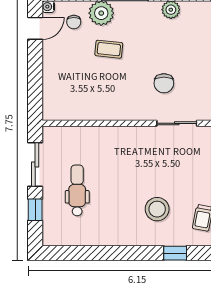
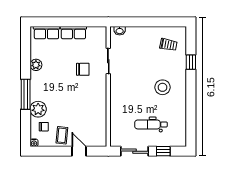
door: (35, 28) -> (79, 151), moved
coffee table: (109, 49) -> (62, 135), moved
stool: (157, 209) -> (162, 87), moved

